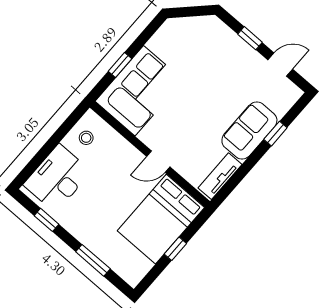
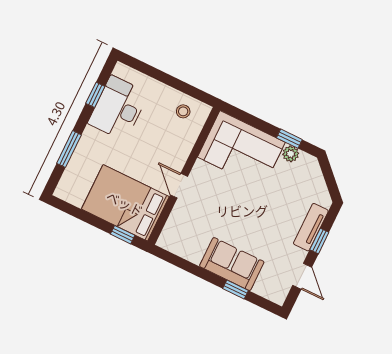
plant: (157, 43) -> (291, 154), added
window: (120, 65) -> (289, 139), moved
tv unit: (220, 176) -> (311, 227), moved, turned -90
desk: (57, 178) -> (118, 108), moved, turned -90
window: (175, 249) -> (123, 235), moved

